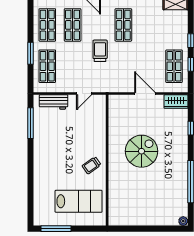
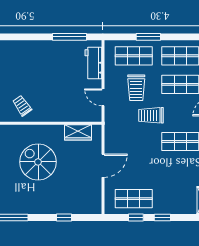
trolley: (100, 51) -> (151, 115), turned 180
trolley: (76, 64) -> (136, 88), added
wardrobe: (176, 102) -> (78, 132), moved, turned -90
spiral stairs: (142, 151) -> (38, 162), turned 180

